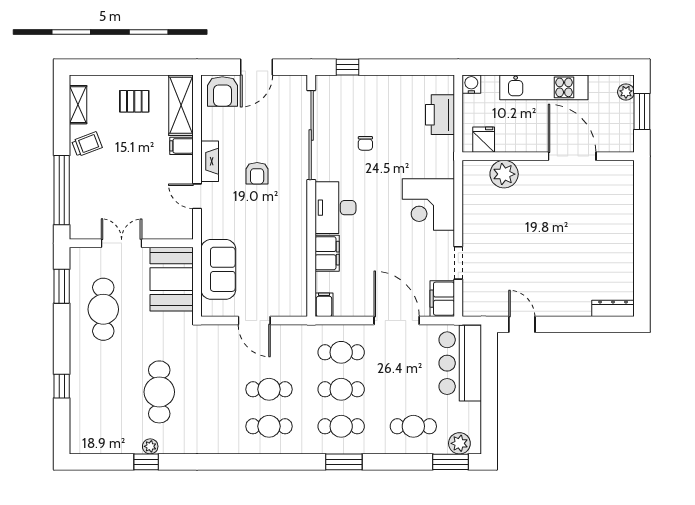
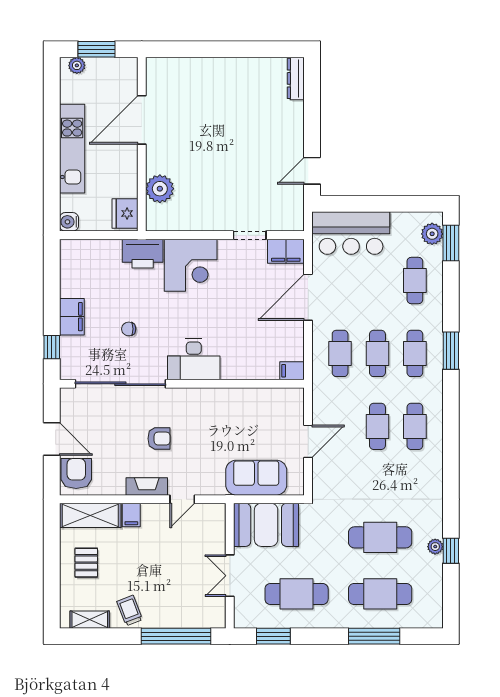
armchair: (222, 91) -> (76, 473), turned -90
printer: (440, 115) -> (143, 254), moved
fridge: (484, 140) -> (125, 213), width x1.38
chair: (365, 143) -> (129, 329), turned 180
filing cabinet: (327, 253) -> (72, 317), moved, turned 90
window: (62, 386) -> (374, 636), width x2.17
cafe table: (103, 392) -> (380, 594), added

